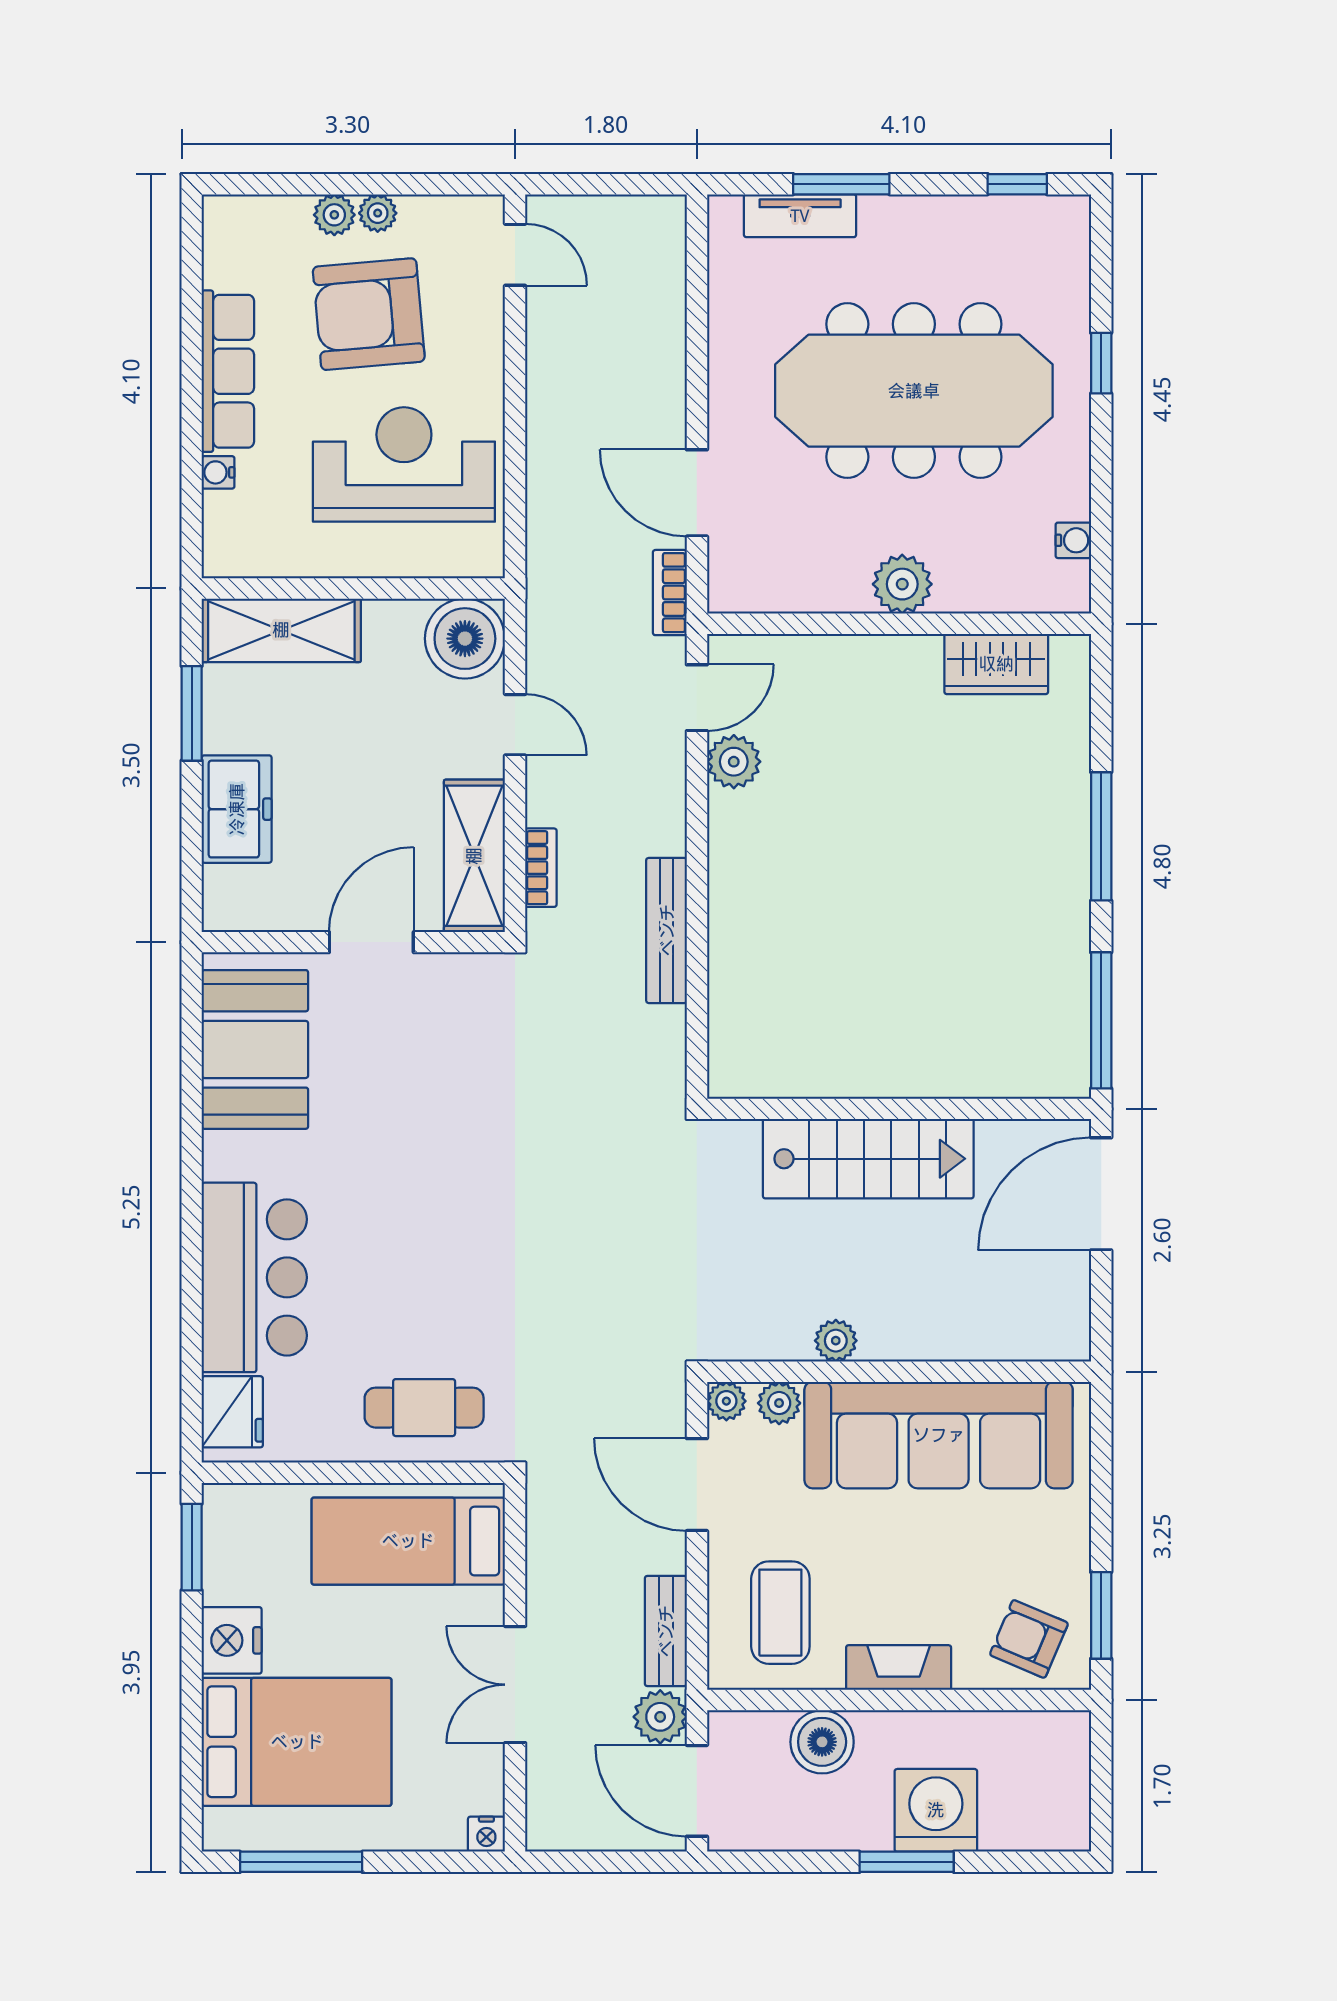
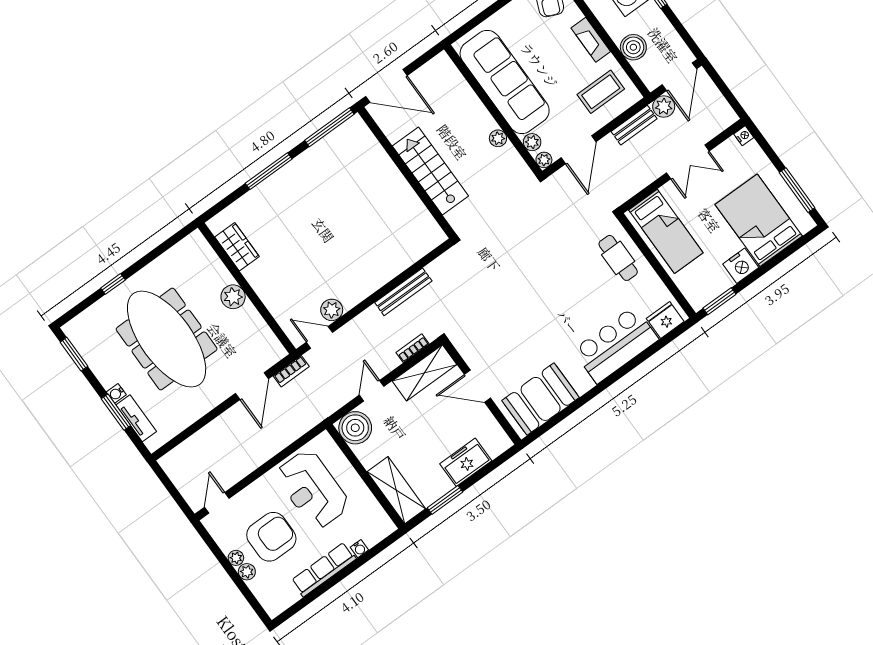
window: (1017, 184) -> (74, 354), width x1.50
armchair: (369, 314) -> (271, 537), turned -85
water cooler: (1073, 540) -> (116, 393), moved, turned -90

